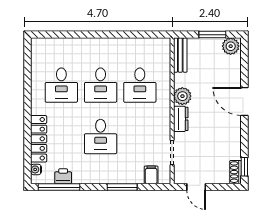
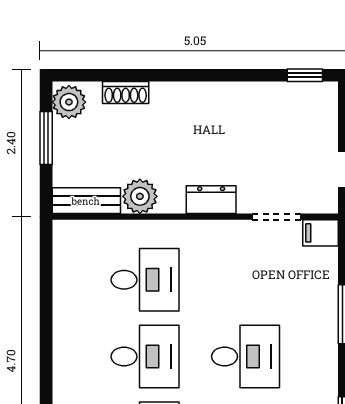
plant: (182, 96) -> (140, 196), moved
door: (244, 101) -> (177, 75), removed
shoe rack: (236, 172) -> (126, 93), moved
filing cabinet: (151, 175) -> (321, 233), moved

